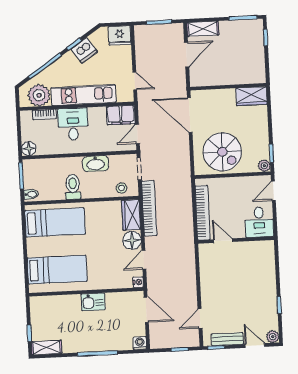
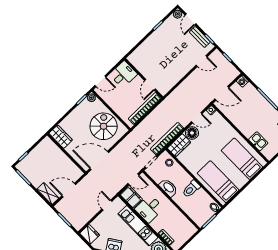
door: (190, 115) -> (99, 160), swing flipped
desk: (73, 124) -> (149, 209), moved
floor lamp: (29, 148) -> (191, 230), removed
kitchen sink: (93, 302) -> (258, 141), moved
door: (146, 310) -> (222, 93), swing flipped

